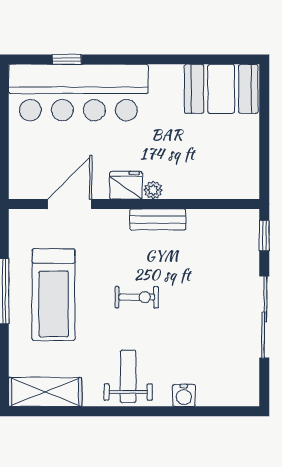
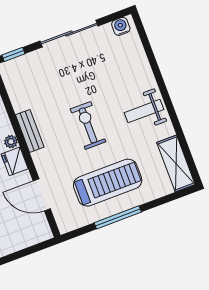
exercise bike: (137, 297) -> (88, 125), width x1.38, depth x1.39
water cooler: (184, 395) -> (121, 26), moved, turned -90

